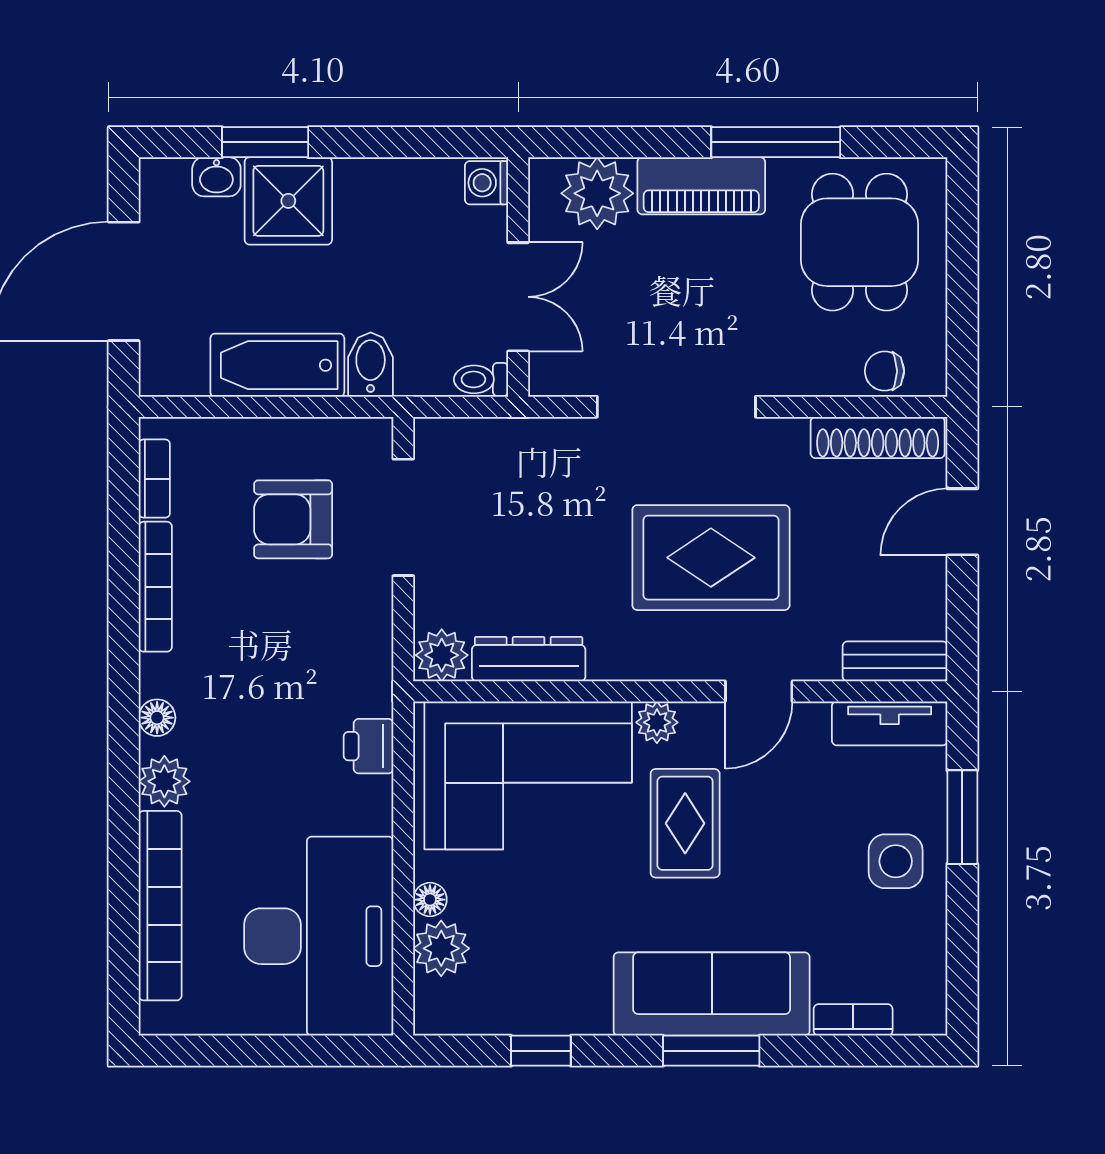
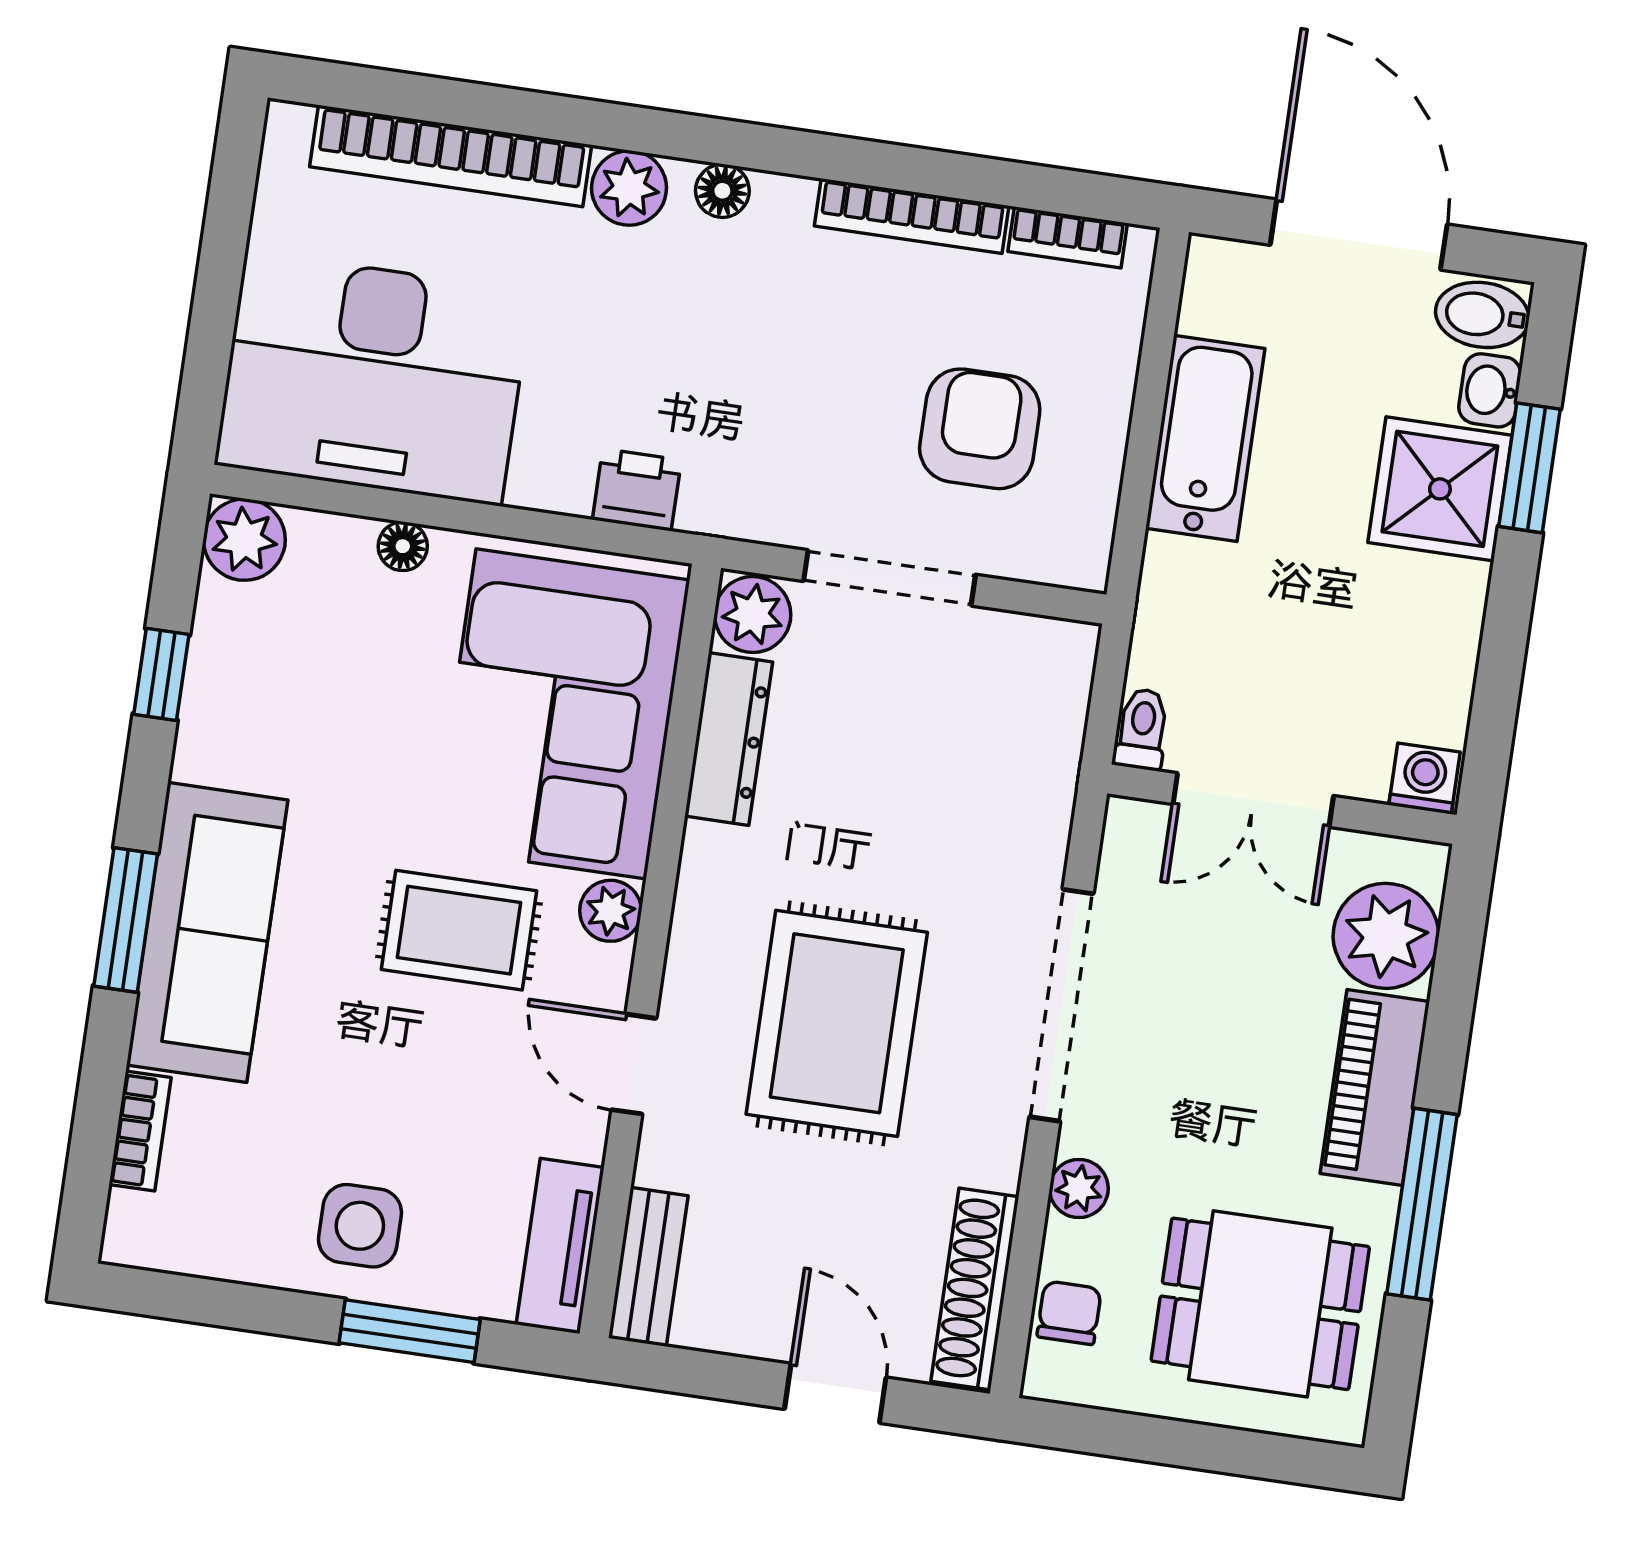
bidet: (371, 365) -> (1482, 315), moved, turned 180
plant: (799, 377) -> (1079, 1188), added
doorway: (403, 517) -> (889, 578), moved
plant: (441, 948) -> (244, 540), moved

